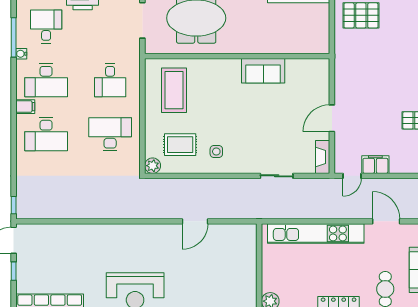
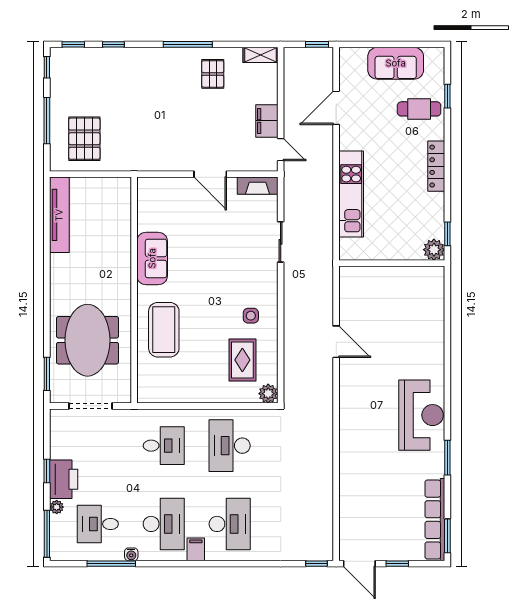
coffee table: (174, 90) -> (164, 330), moved, turned 90
kitchen unit: (316, 233) -> (351, 194), width x0.73

